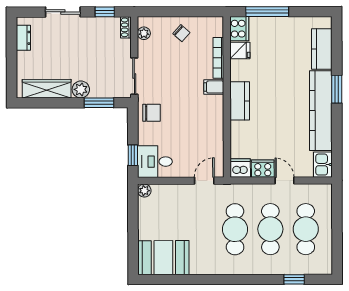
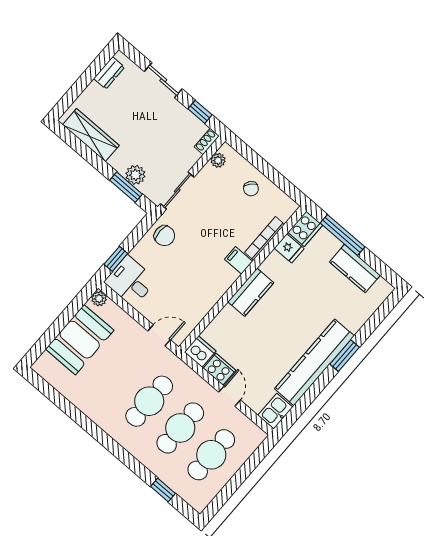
kitchen counter: (322, 49) -> (355, 269), moved, turned -90
plant: (81, 89) -> (135, 175), moved
booth: (163, 258) -> (80, 340), moved, turned 90

